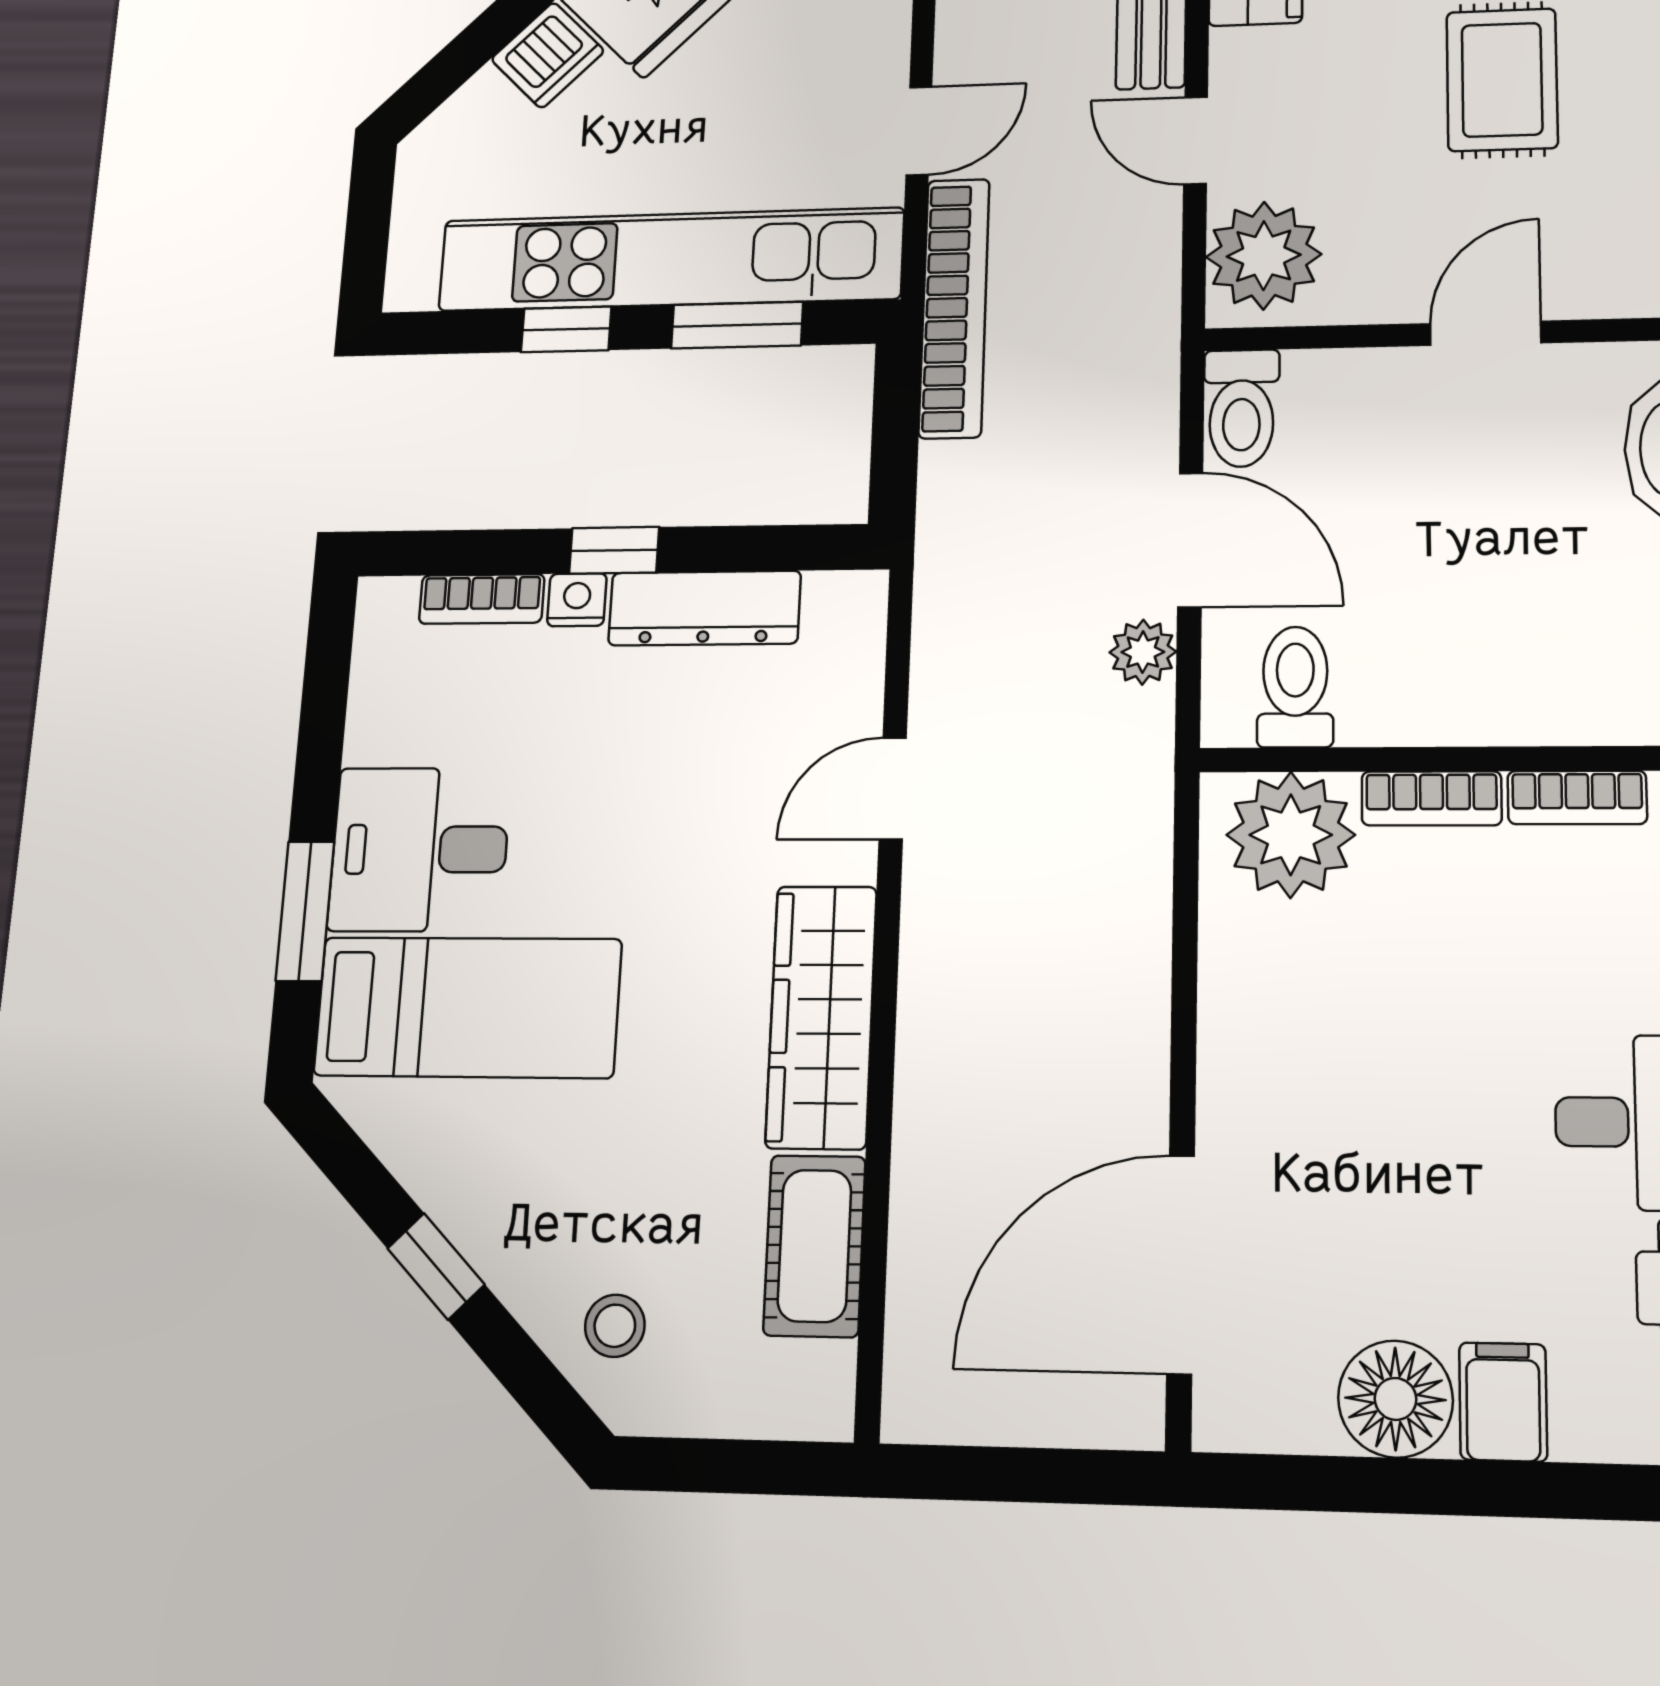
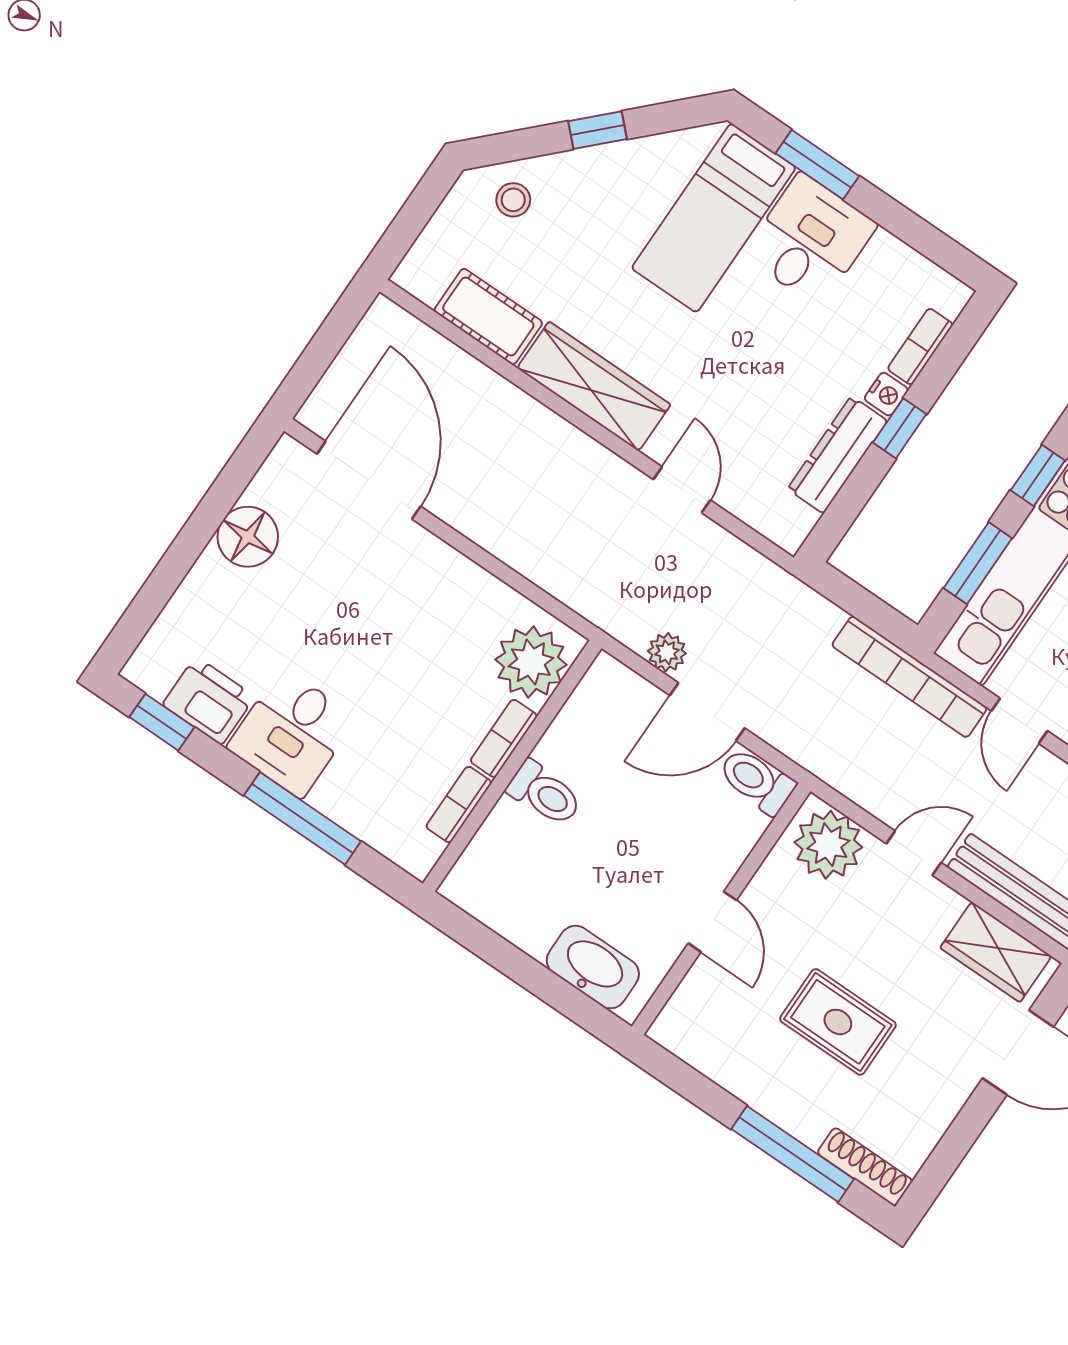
toilet: (1295, 687) -> (545, 793), moved
filing cabinet: (1503, 1402) -> (216, 583), removed

